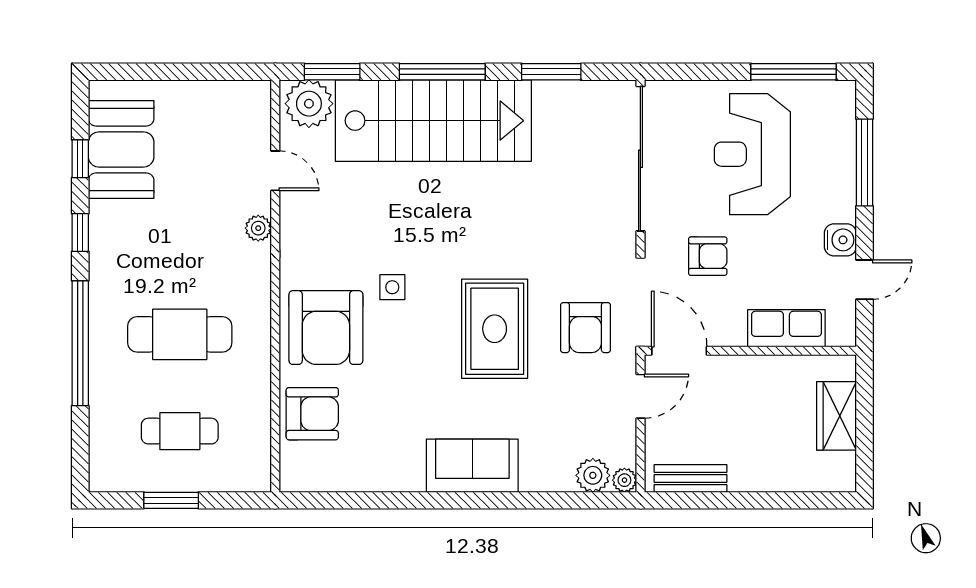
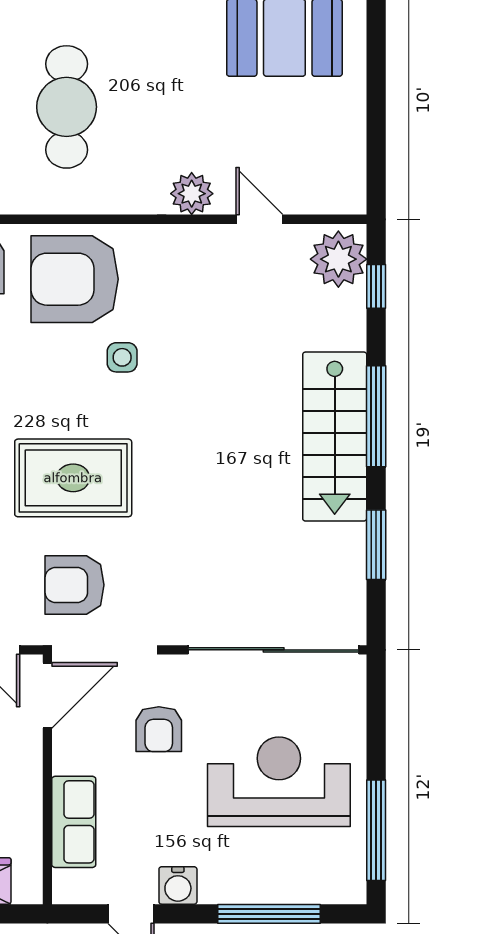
window: (332, 72) -> (376, 286), width x0.67
stairs: (433, 121) -> (335, 437), width x0.73, depth x0.66
door: (275, 171) -> (259, 219), swing flipped
plant: (258, 228) -> (192, 194), width x1.38, depth x1.38

